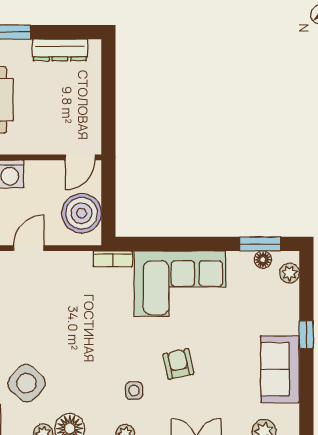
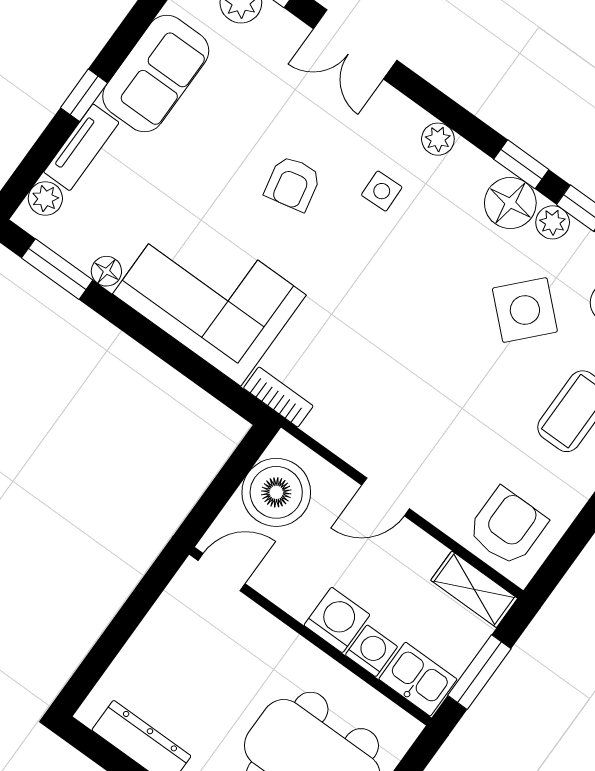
floor lamp: (263, 260) -> (106, 271), moved
tv unit: (290, 309) -> (81, 147), added

